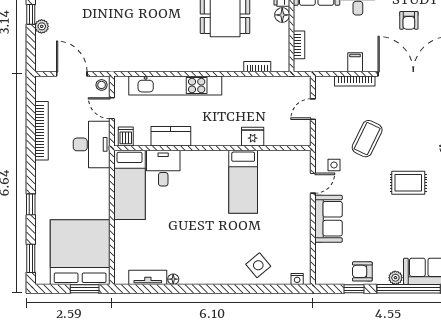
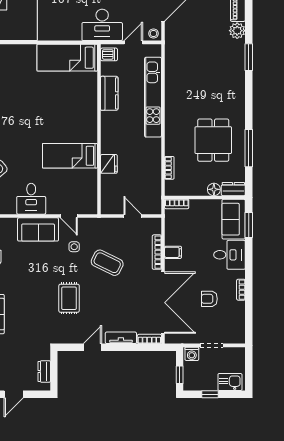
bookcase: (299, 45) -> (177, 204), moved
side table: (334, 165) -> (74, 247), moved
desk: (163, 168) -> (31, 199), moved, turned 90

